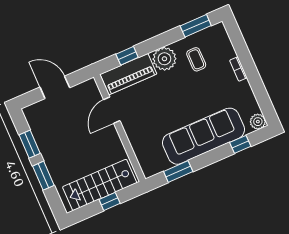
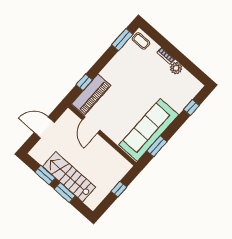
plant: (164, 59) -> (111, 72), removed
coffee table: (196, 59) -> (141, 41), moved
plant: (258, 122) -> (176, 68), moved
sofa: (203, 136) -> (149, 130), moved
stairs: (100, 185) -> (69, 177), moved, turned 90

